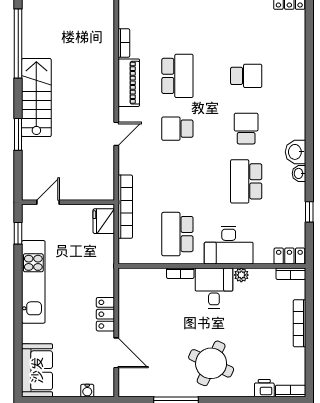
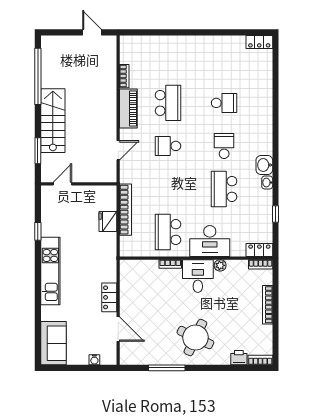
door: (48, 202) -> (62, 184), moved
wall: (68, 202) -> (79, 184), moved

